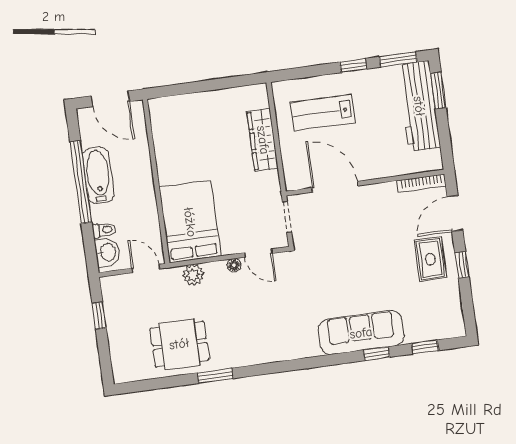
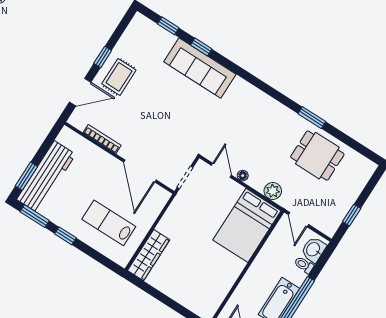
lab bench: (323, 113) -> (109, 223), turned 180
wardrobe: (263, 140) -> (149, 255), moved
bookcase: (421, 183) -> (102, 139), moved

